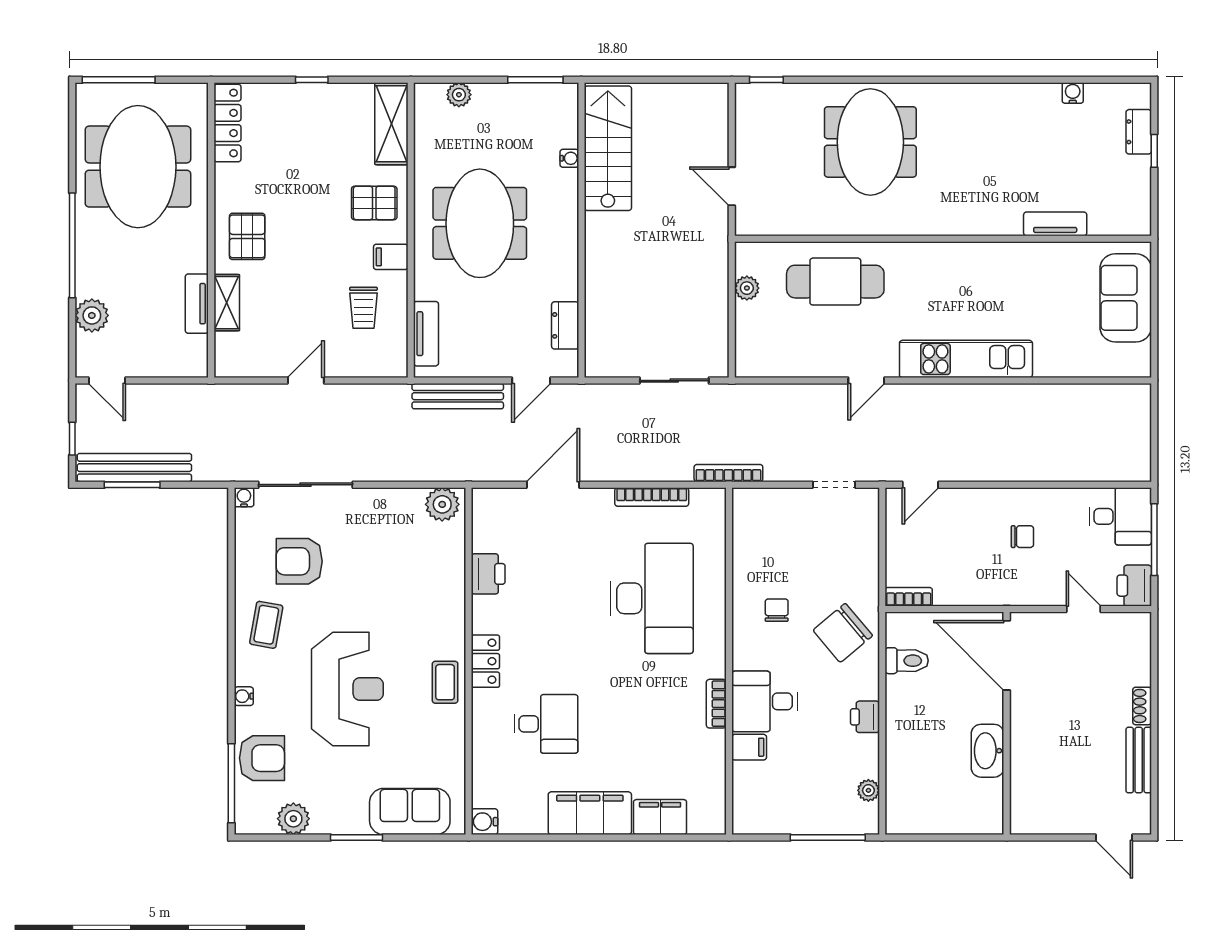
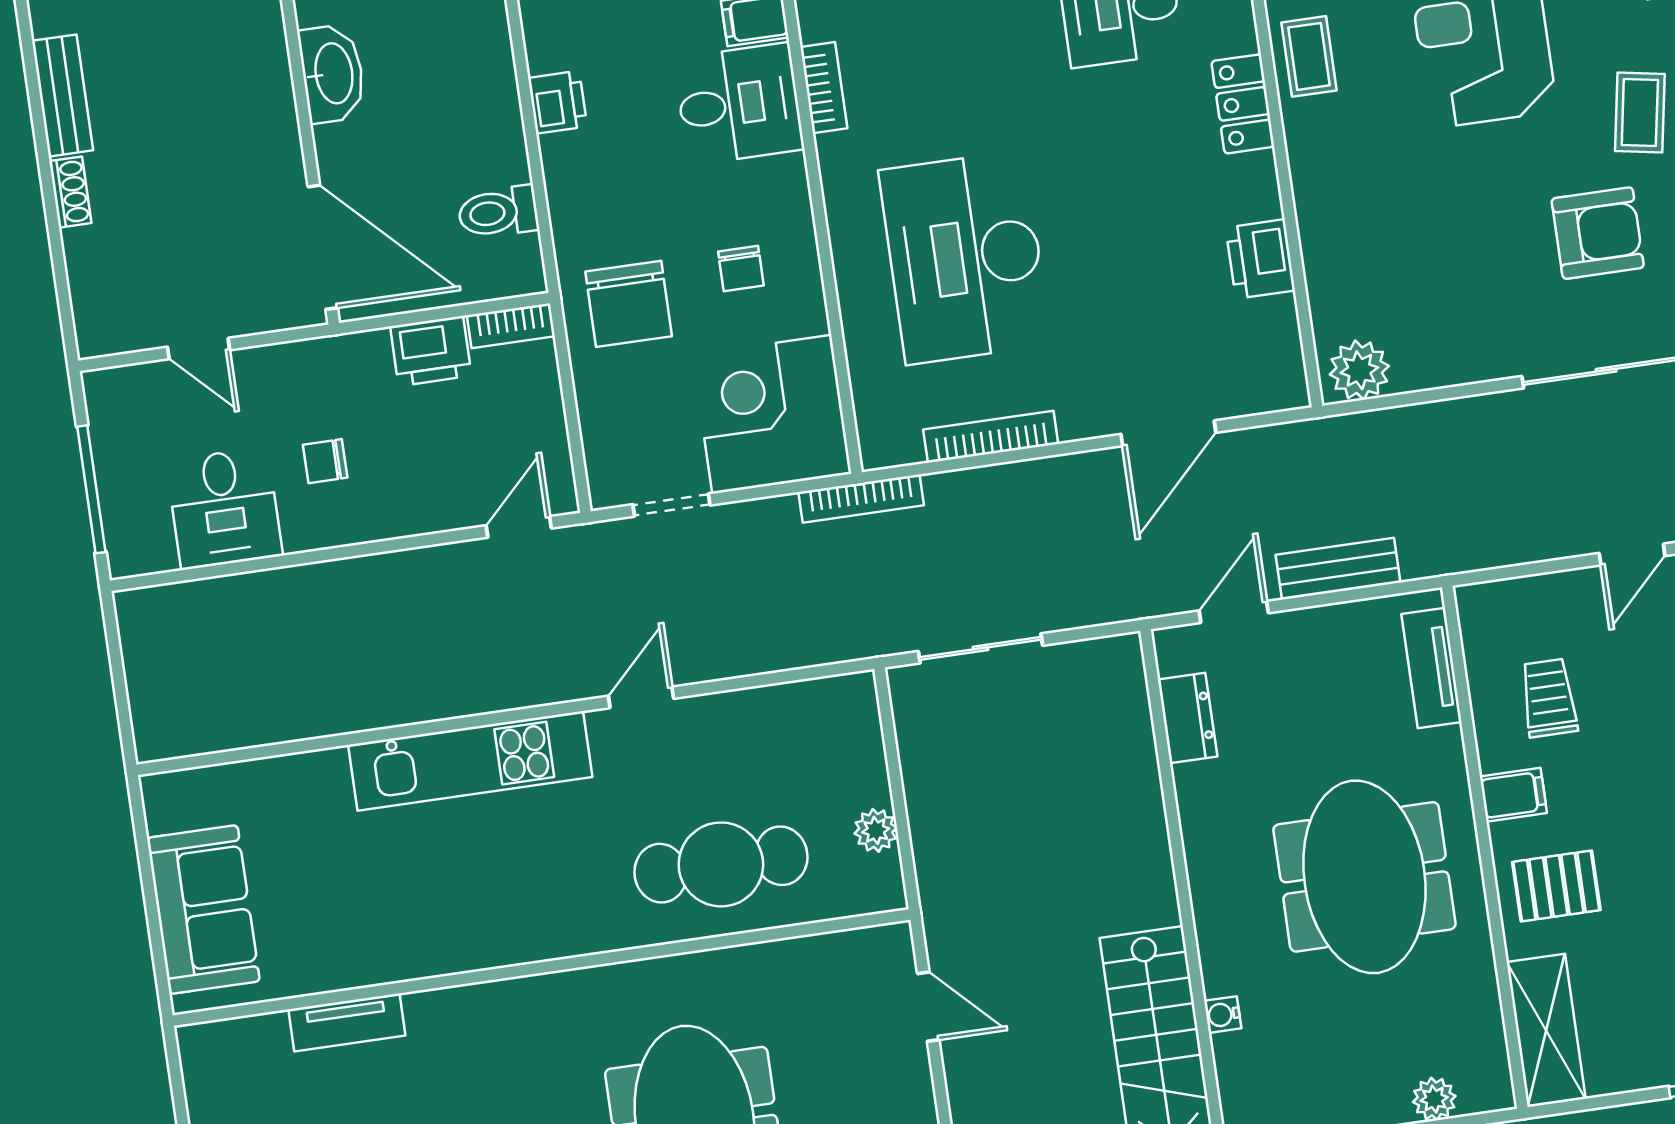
bench: (458, 396) -> (1338, 569), width x0.73
desk: (1120, 516) -> (224, 508), moved, turned -90
corner desk: (771, 527) -> (772, 414), added
printer: (1134, 586) -> (431, 351), moved, turned 90
chair: (843, 633) -> (629, 304), moved, turned 130

